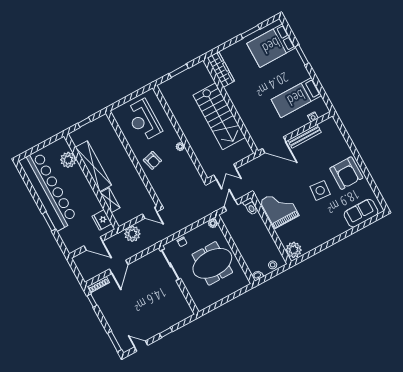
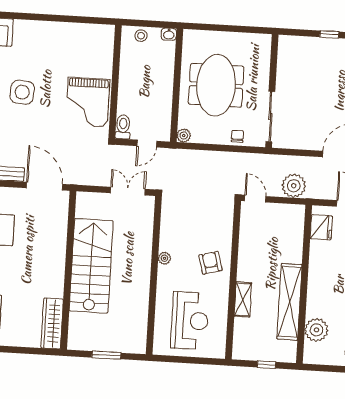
shelving: (110, 200) -> (243, 299), moved
plant: (294, 250) -> (103, 38), removed
meeting table: (212, 263) -> (216, 85), turned 90

